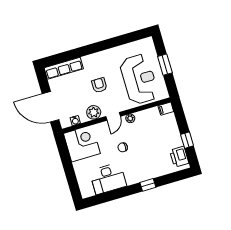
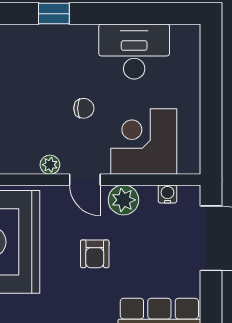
door: (113, 116) -> (85, 180), swing flipped
corner desk: (82, 143) -> (144, 142), moved, turned 90

